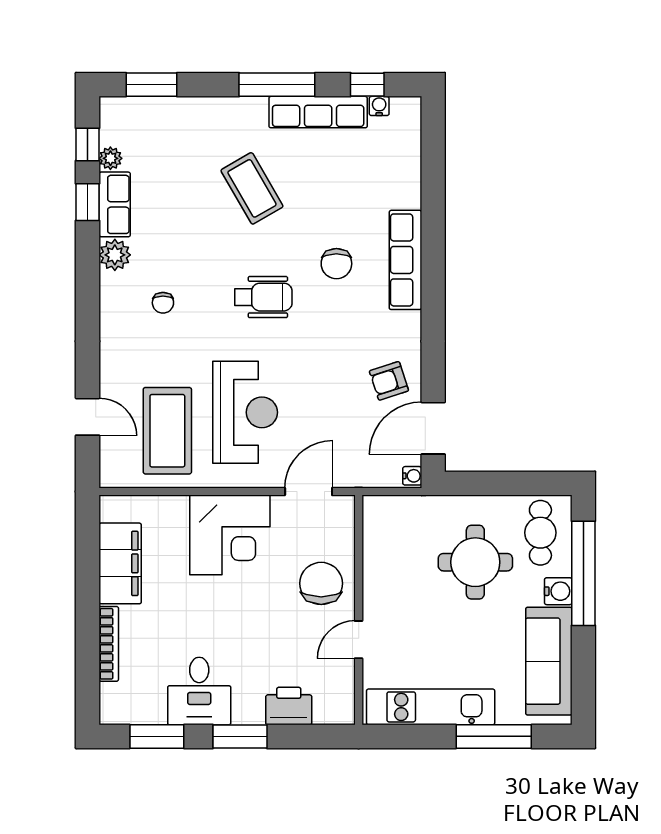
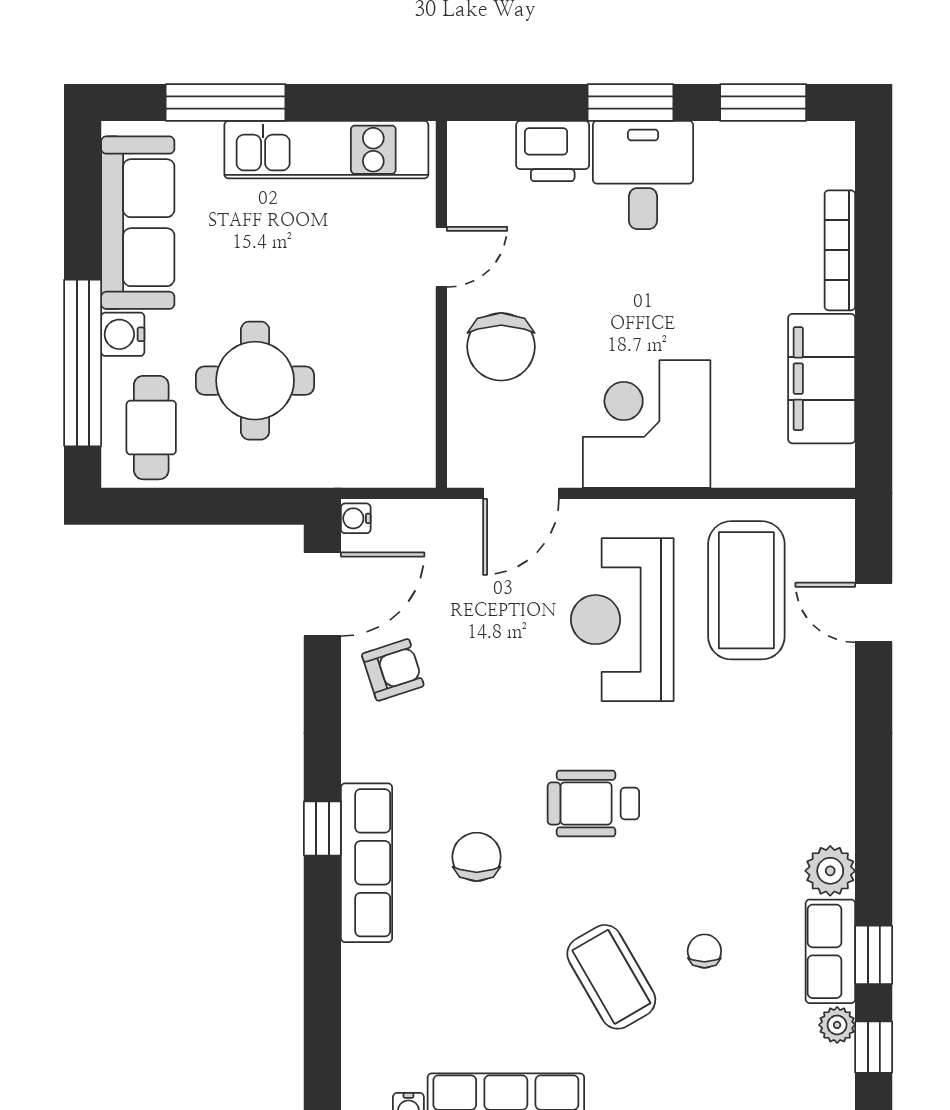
window: (433, 281) -> (322, 828), added
chair: (163, 303) -> (704, 951), moved
desk: (199, 691) -> (643, 175), moved

